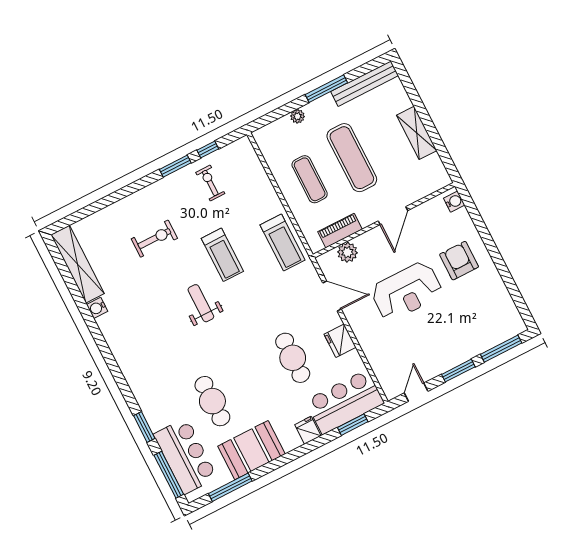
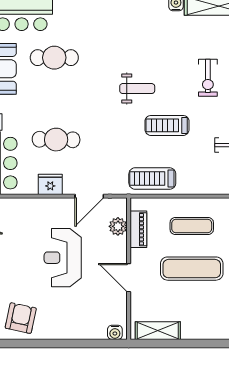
shelving: (417, 133) -> (158, 331), moved
armchair: (459, 261) -> (21, 318), moved, turned -78

